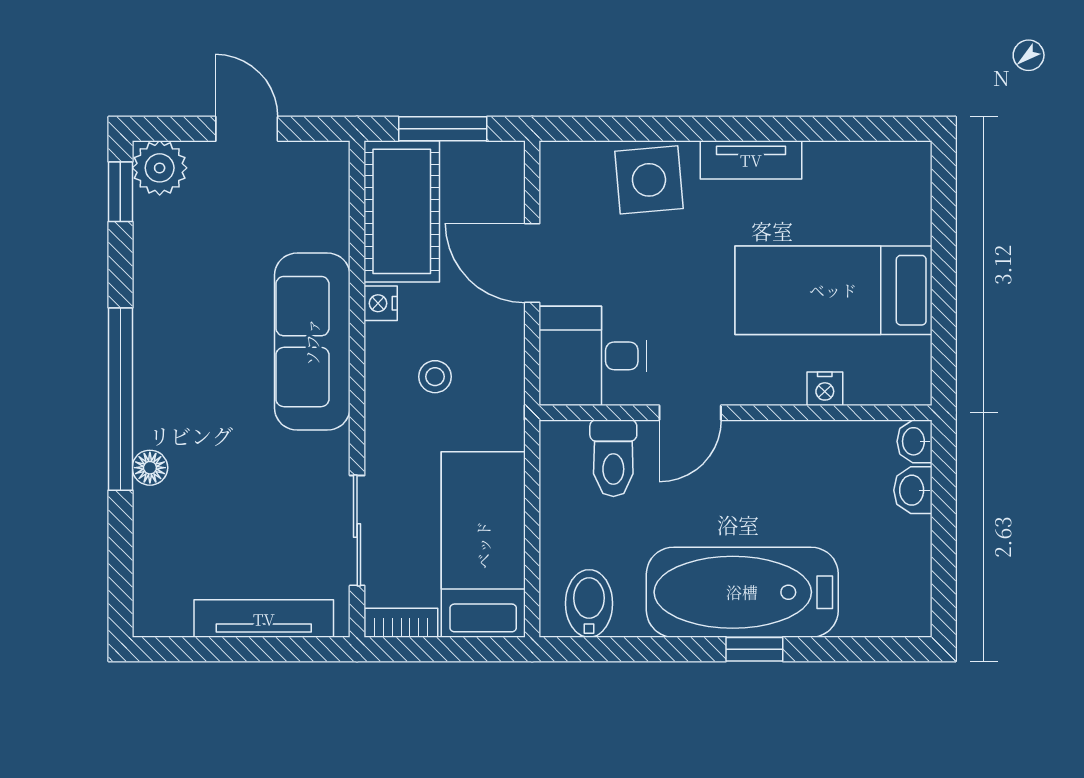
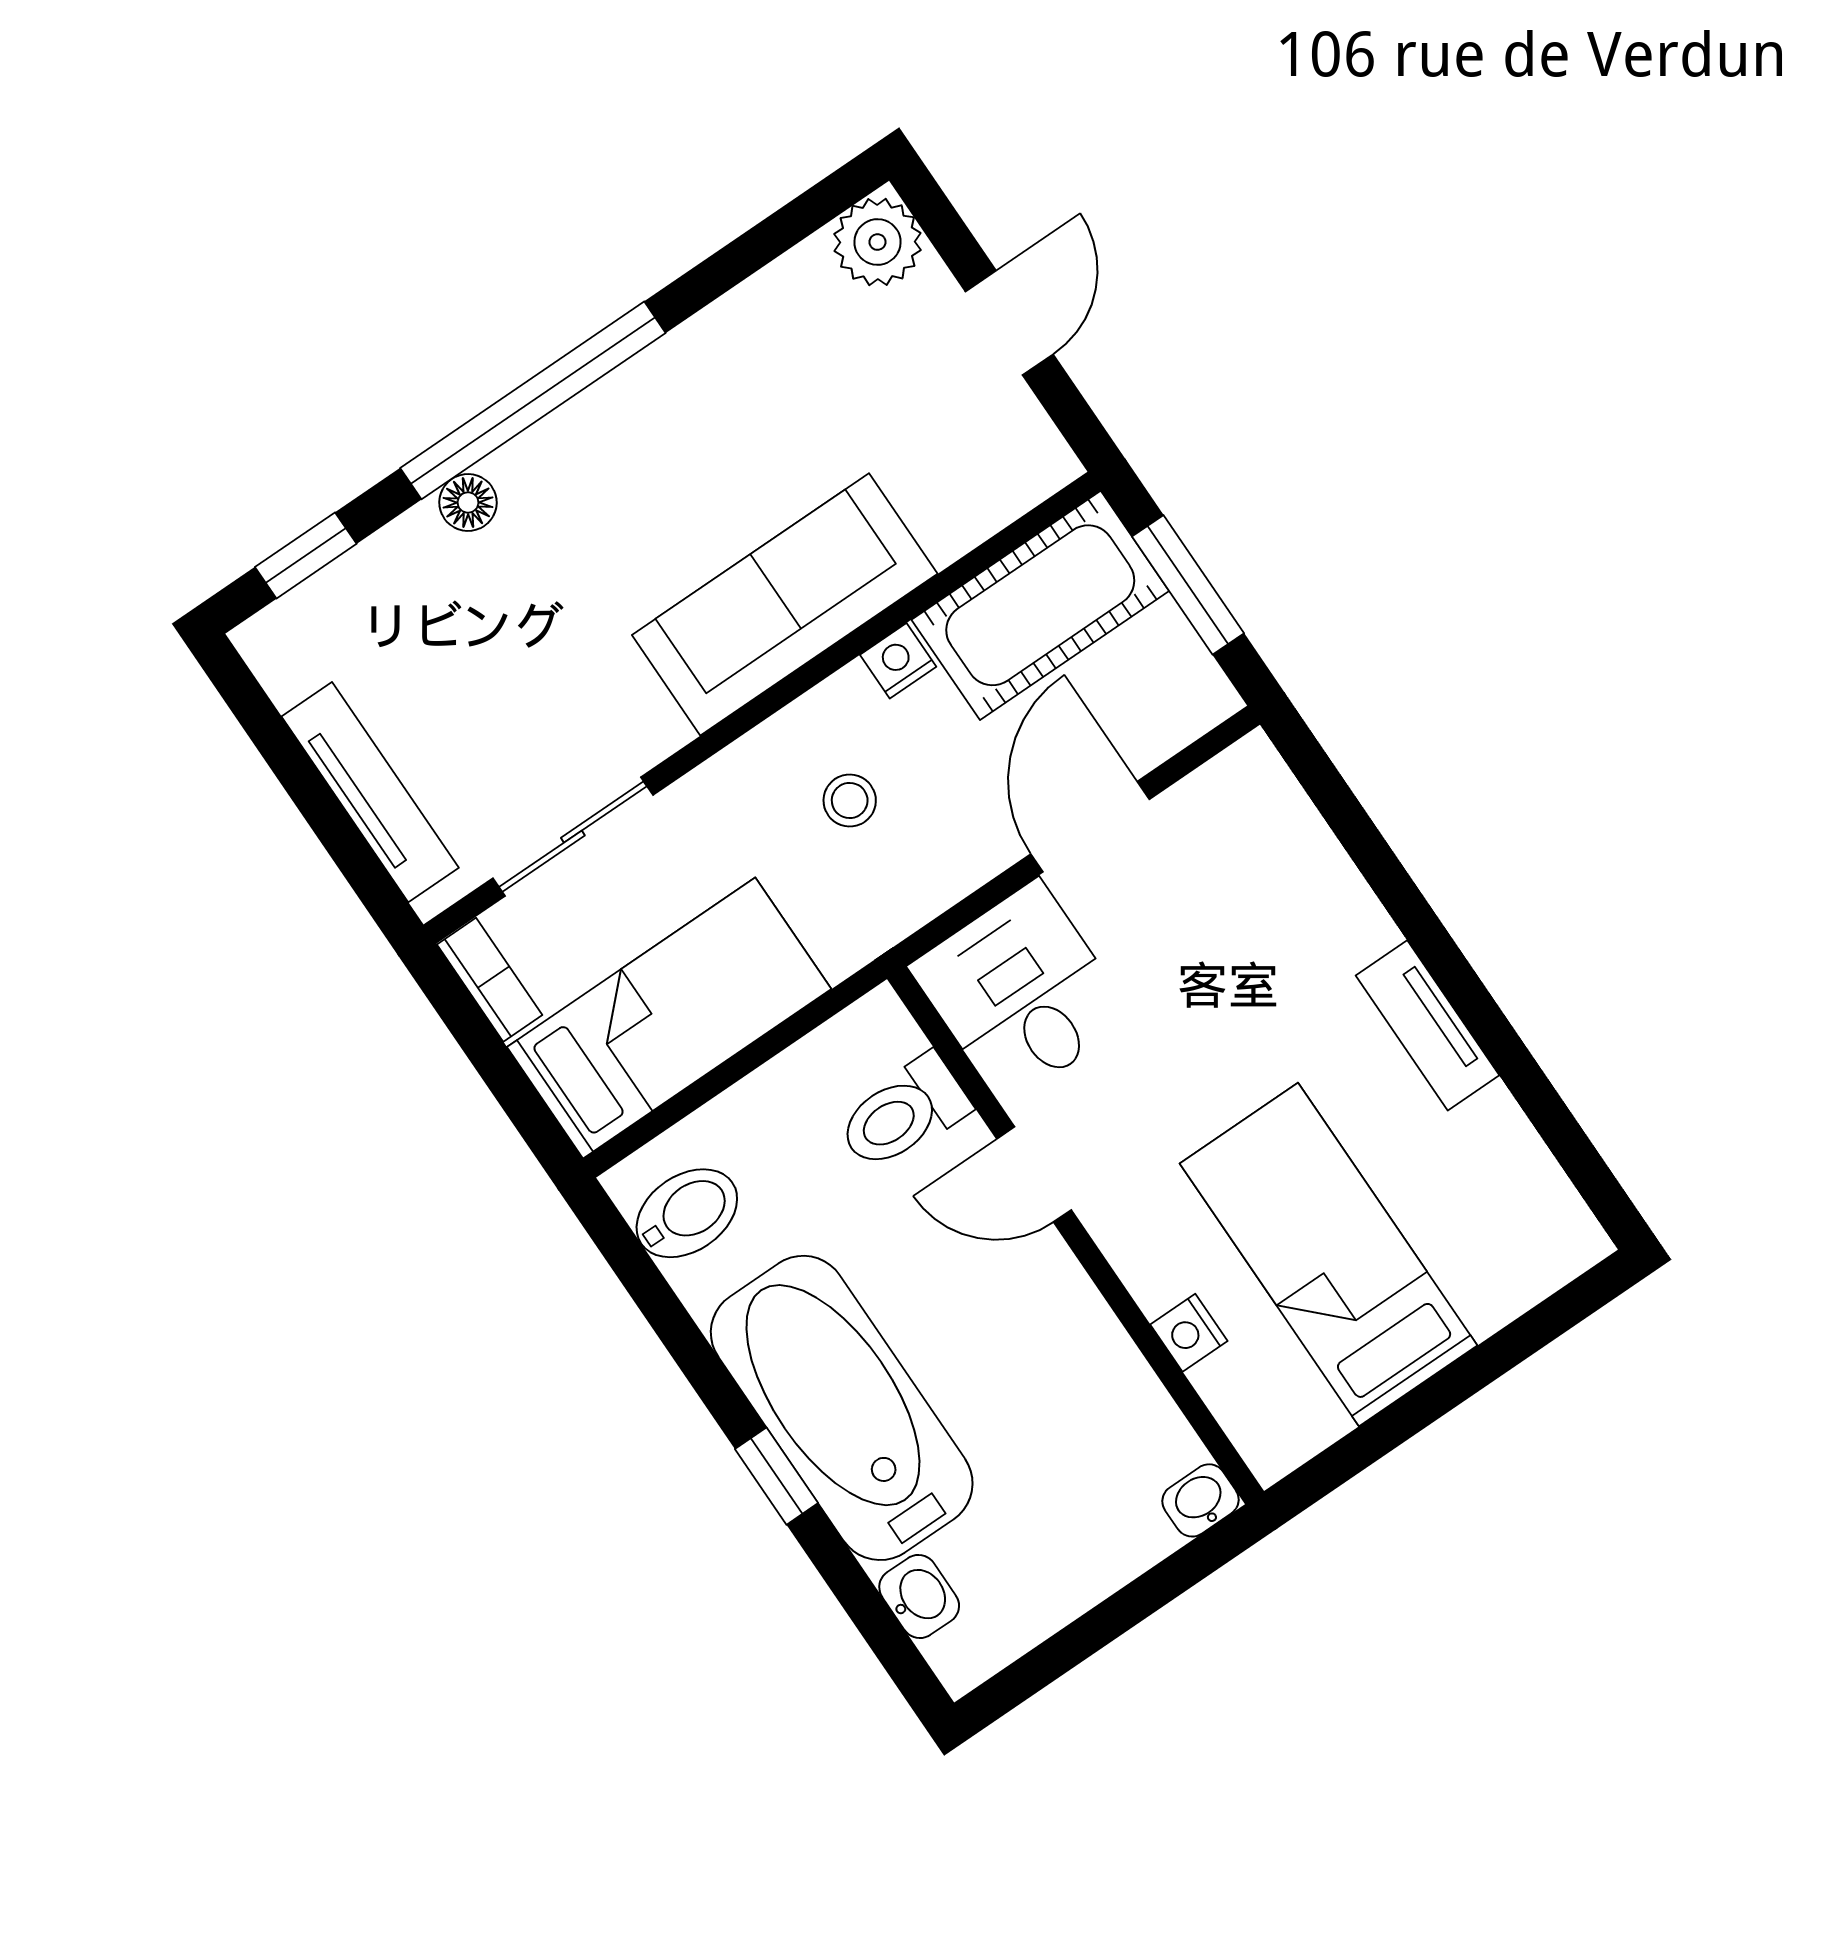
side table: (649, 180) -> (1308, 907), removed
window: (120, 192) -> (306, 555), moved
washbasin: (913, 490) -> (919, 1597), moved, turned 90

